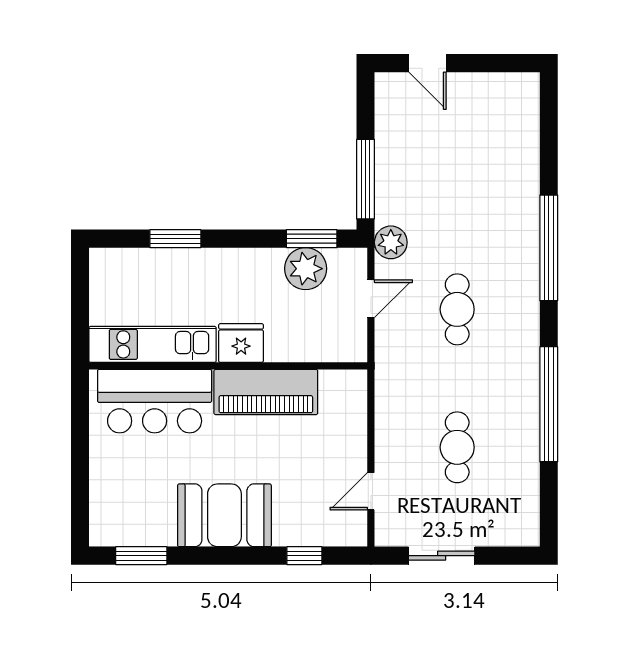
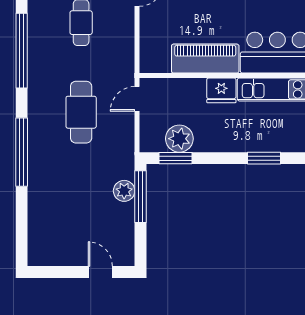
plant: (391, 242) -> (124, 191), moved
door: (371, 299) -> (137, 99), moved
cafe table: (457, 309) -> (81, 112), width x1.37, depth x1.35

